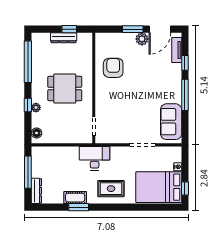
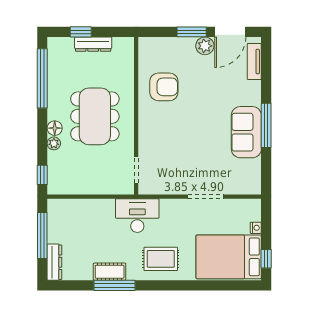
window: (69, 29) -> (81, 32), moved
window: (185, 63) -> (266, 80), removed
armchair: (113, 68) -> (164, 87), turned 90
dining table: (65, 88) -> (95, 116), width x1.38
window: (28, 105) -> (42, 175), moved
sofa: (171, 122) -> (246, 132), moved
floor lamp: (37, 133) -> (55, 128), moved
window: (79, 207) -> (115, 285), width x1.44

